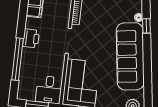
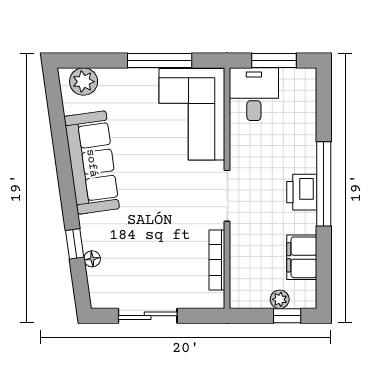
sofa: (130, 56) -> (92, 163), width x0.74, depth x0.79
window: (17, 59) -> (324, 184), moved

